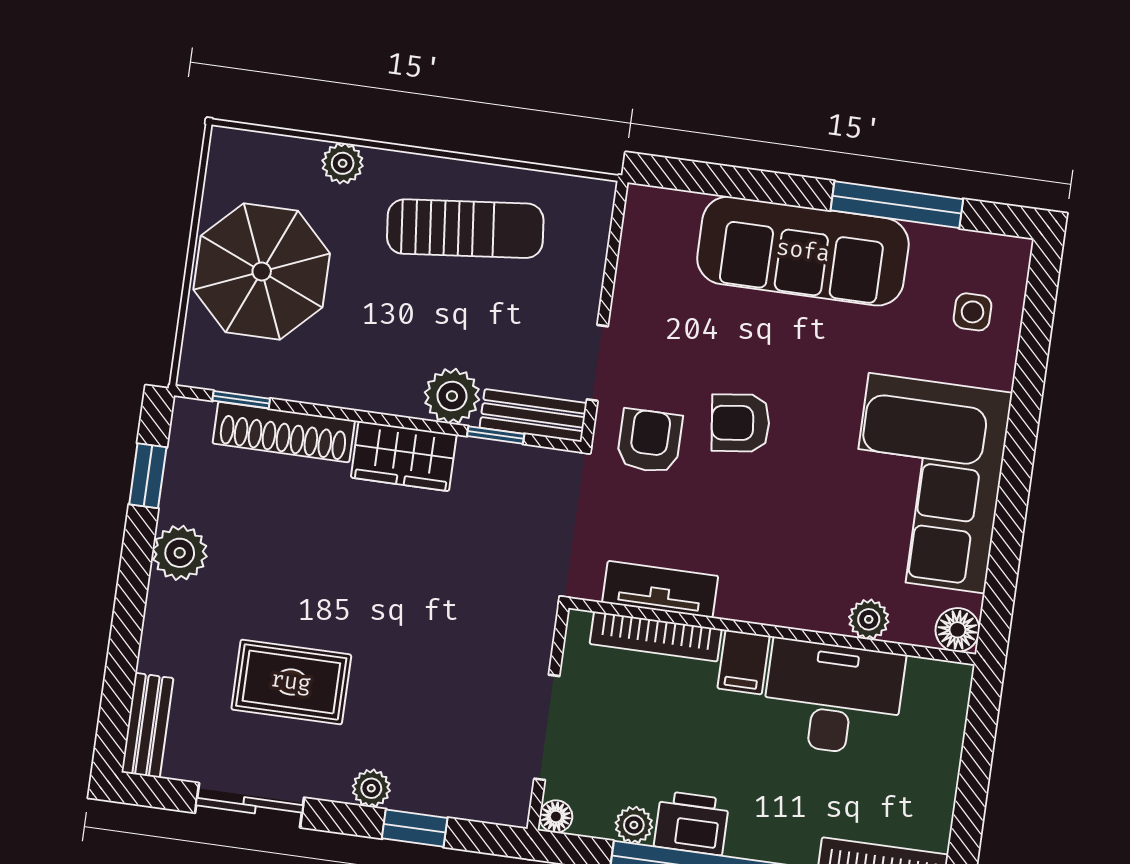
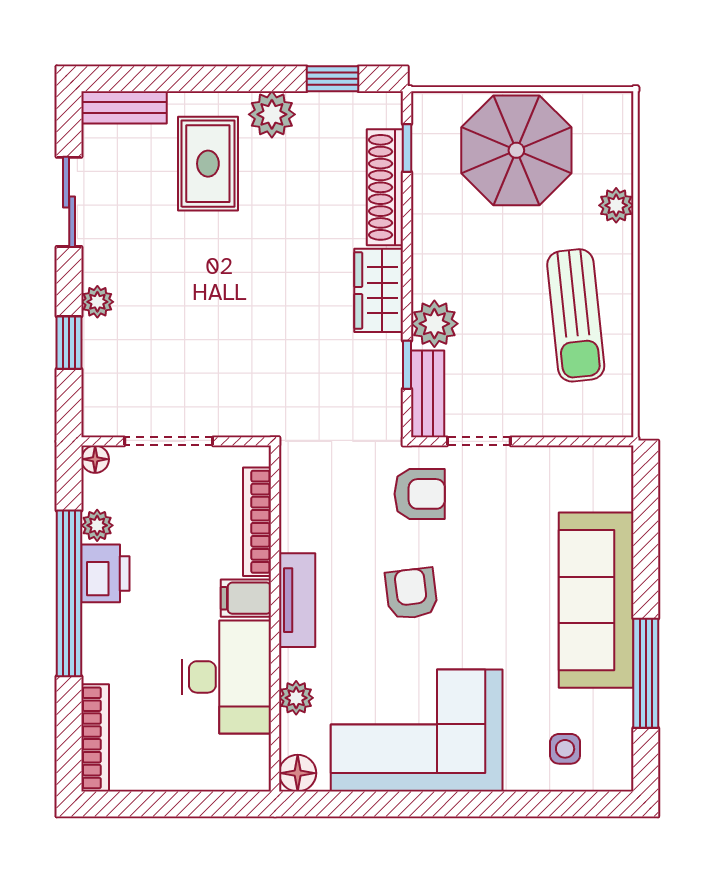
armchair: (740, 423) -> (411, 594), moved
tv unit: (660, 589) -> (297, 600), moved
rug: (291, 682) -> (208, 164), moved

